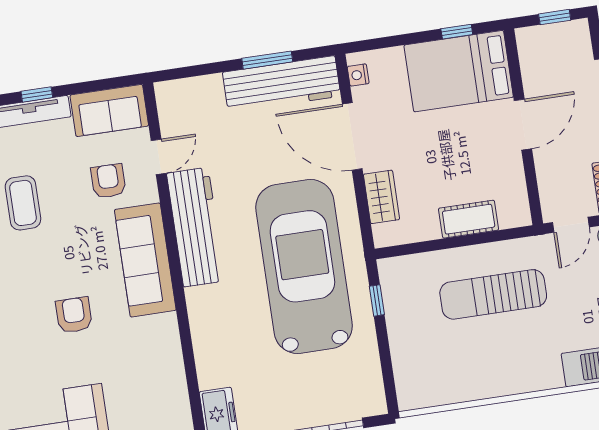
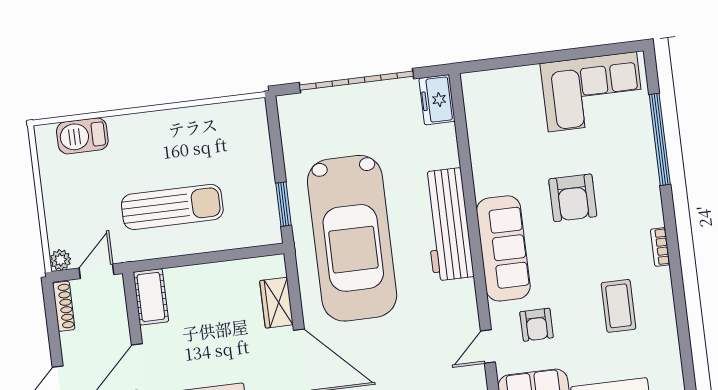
cot: (469, 219) -> (151, 297), moved, turned 90
workbench: (196, 227) -> (448, 224), moved
window: (377, 300) -> (284, 204), width x1.50
armchair: (74, 315) -> (573, 198), width x1.38, depth x1.38

